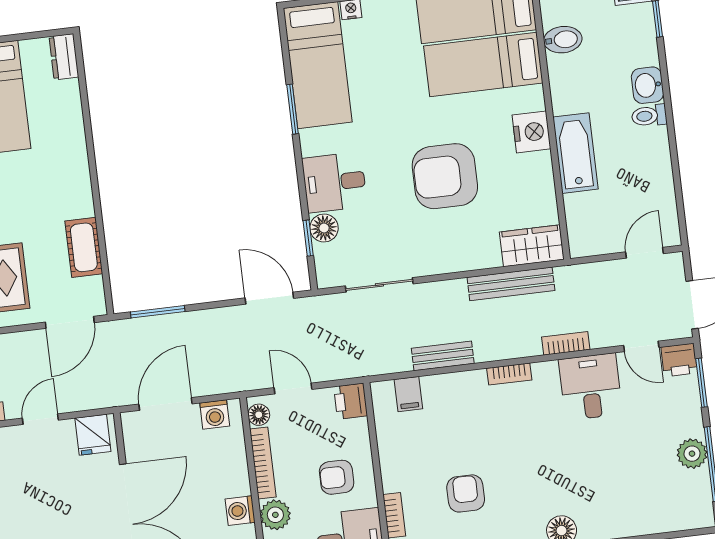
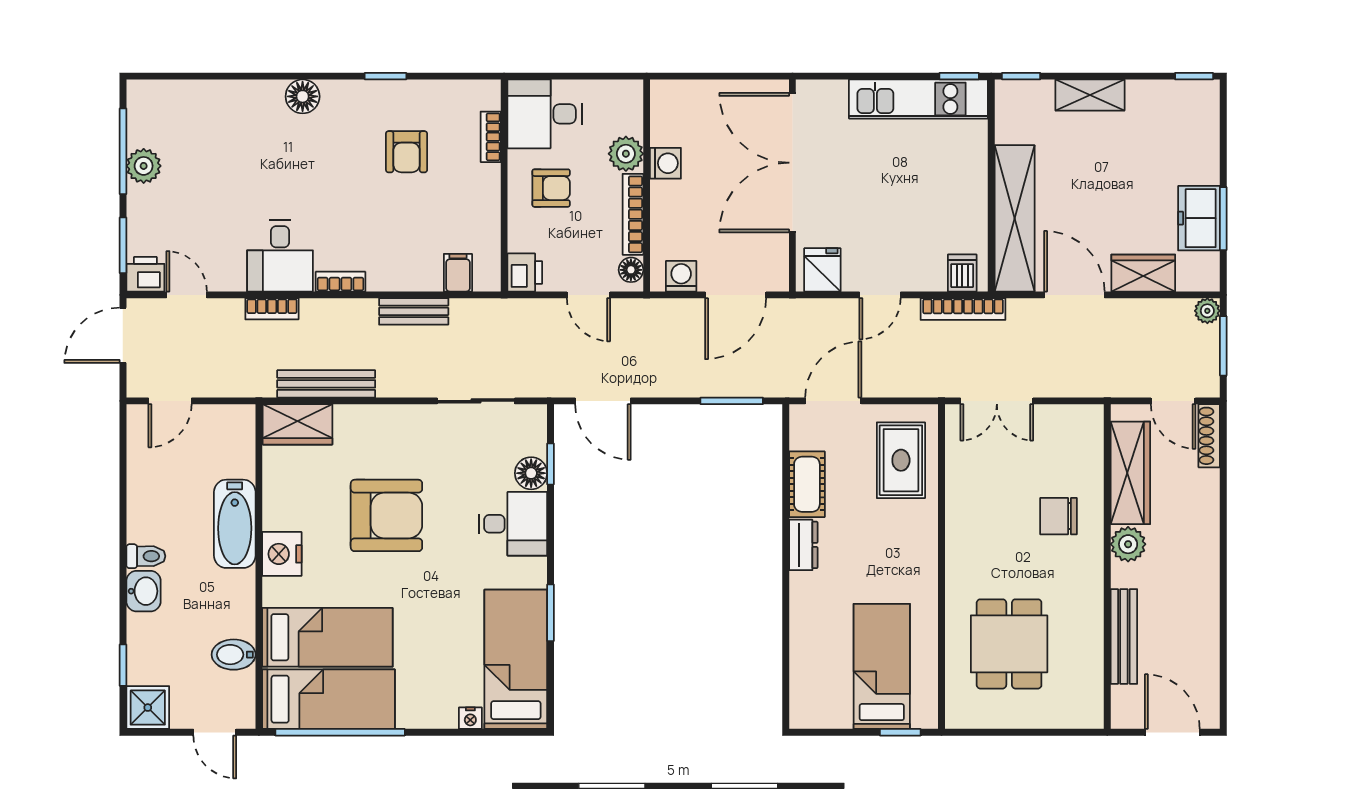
dresser: (64, 57) -> (803, 545), moved
desk: (590, 387) -> (280, 256), moved

